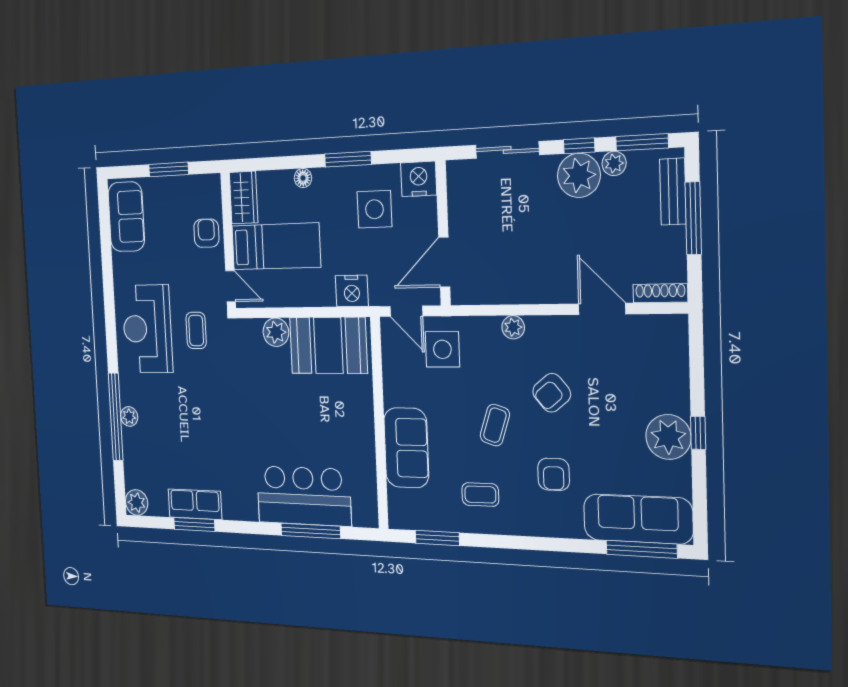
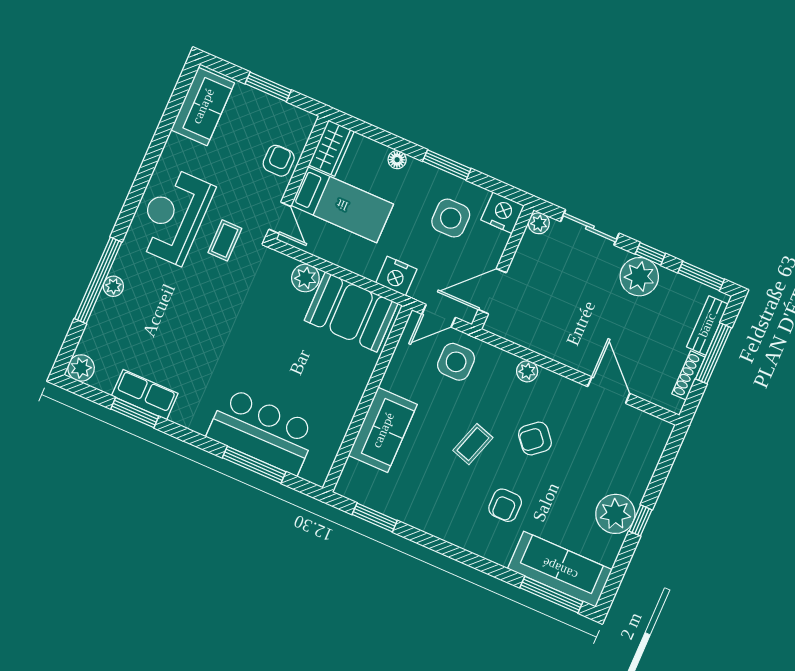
plant: (614, 163) -> (539, 223), moved
shoe rack: (660, 293) -> (688, 375), moved, turned -90
door: (406, 311) -> (439, 316), hinge flipped
coffee table: (480, 495) -> (432, 496), removed

